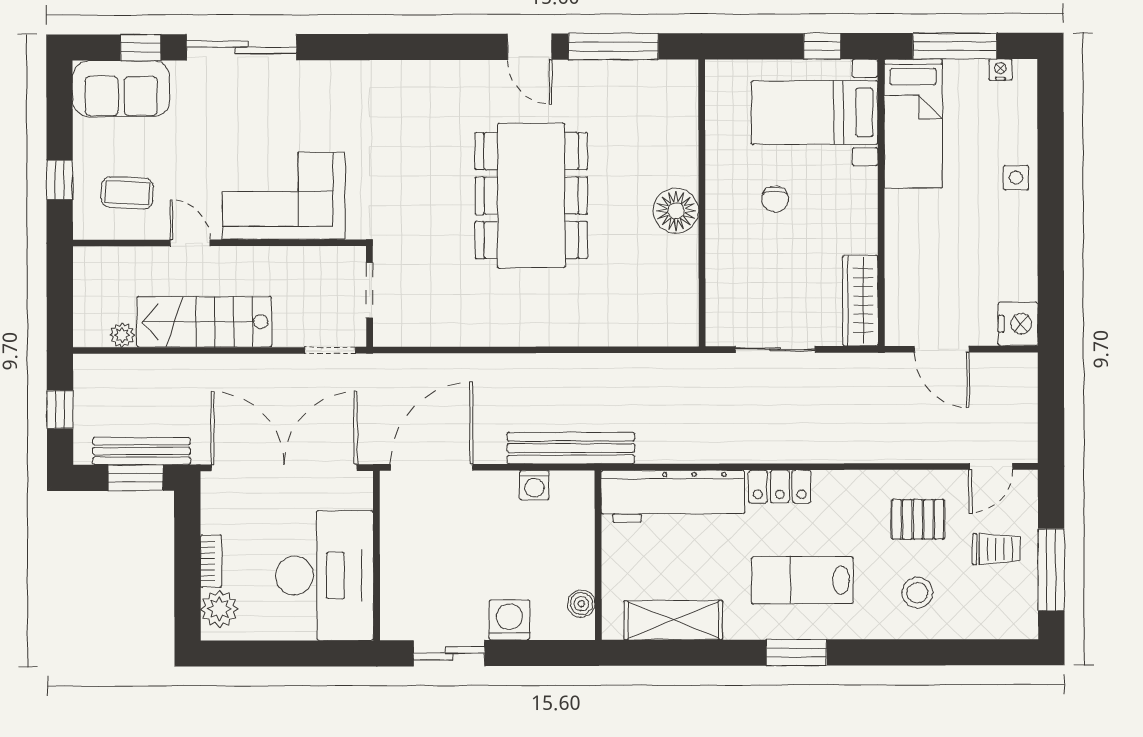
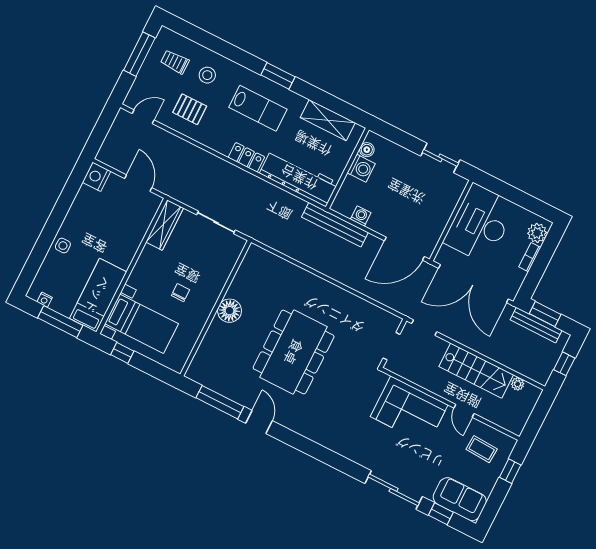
trolley: (997, 549) -> (175, 62), moved
washing machine: (509, 620) -> (361, 168), moved, turned -90

